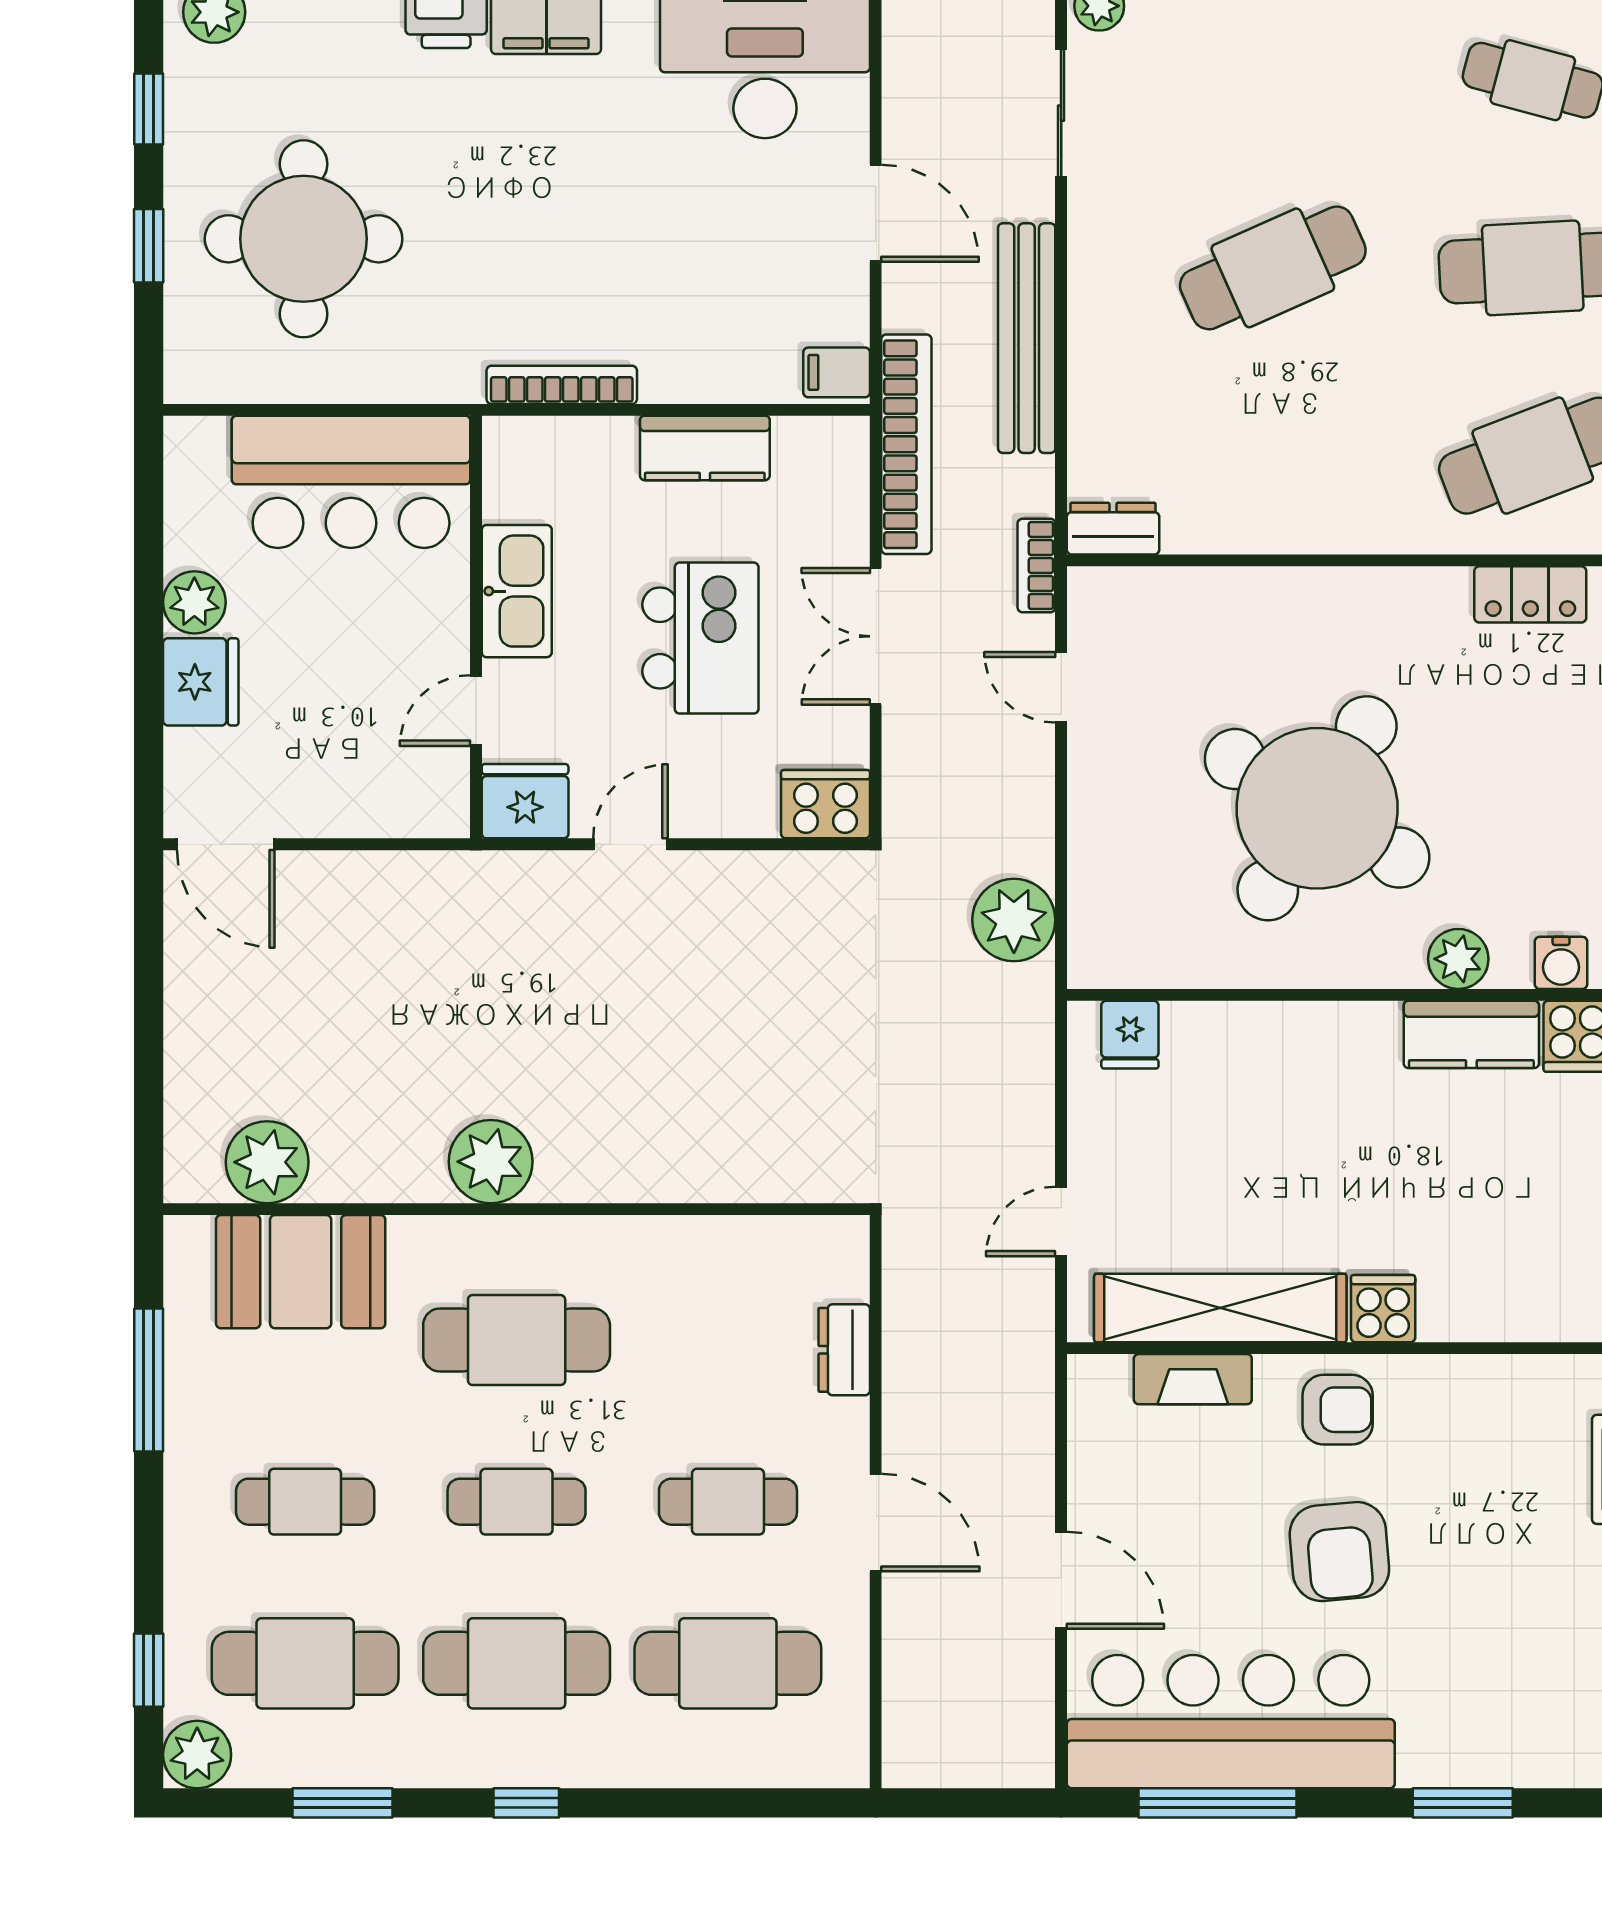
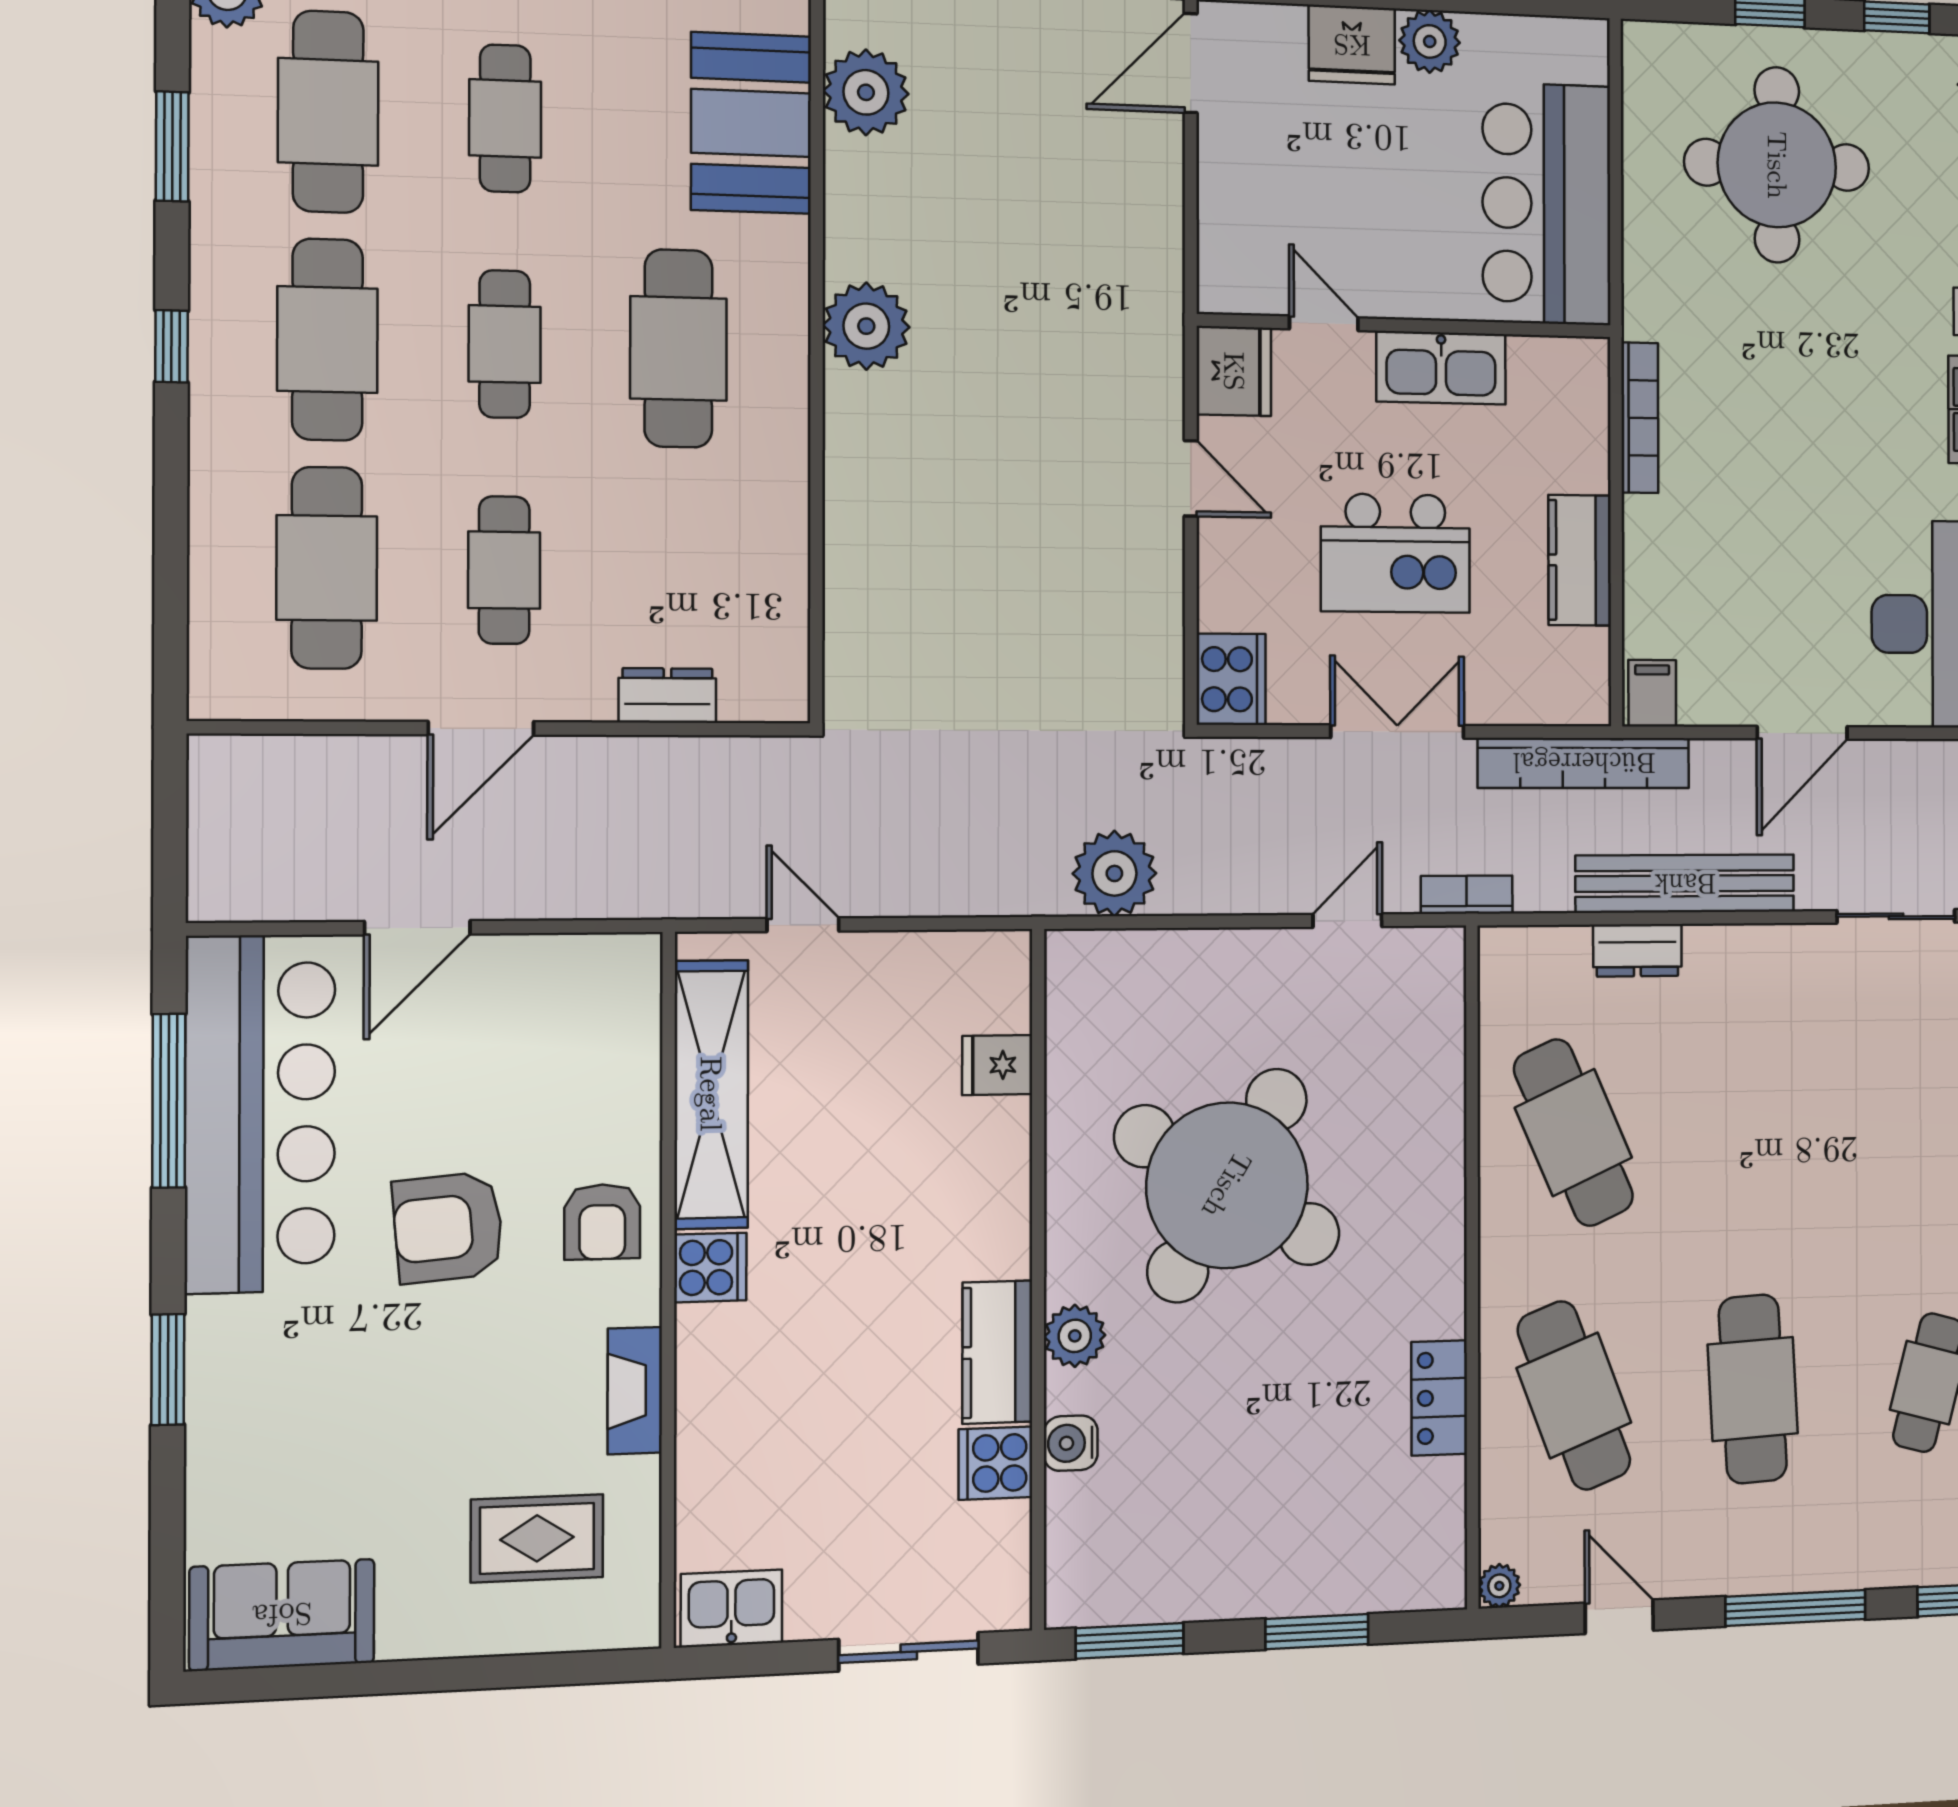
cafe table: (1273, 268) -> (1573, 1133), moved
dresser: (1113, 529) -> (1637, 950), moved, turned 90
fridge: (1130, 1035) -> (997, 1065), moved
fireplace: (1193, 1379) -> (635, 1391), moved

